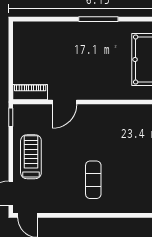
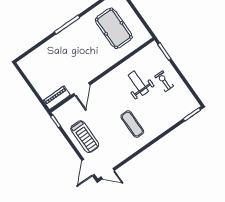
weight bench: (132, 139) -> (138, 83), added
treadmill: (31, 157) -> (85, 137), turned 180

